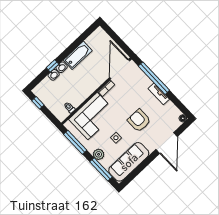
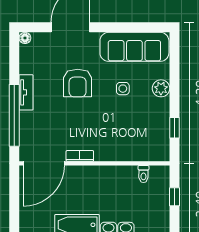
window: (38, 103) -> (175, 197), moved
corner sofa: (93, 116) -> (126, 139), removed
window: (75, 142) -> (175, 128), width x0.46
window: (101, 169) -> (175, 69), removed

